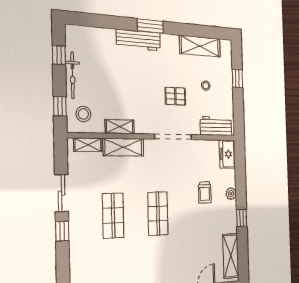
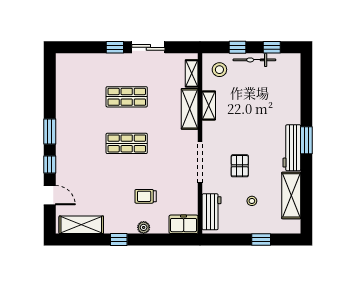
workbench: (138, 40) -> (292, 148), moved
window: (60, 106) -> (238, 47), moved

